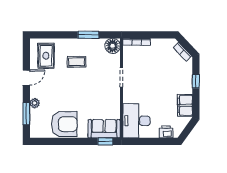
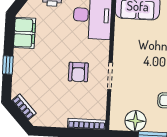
floor lamp: (113, 46) -> (135, 121), moved
armchair: (145, 79) -> (78, 72), added

